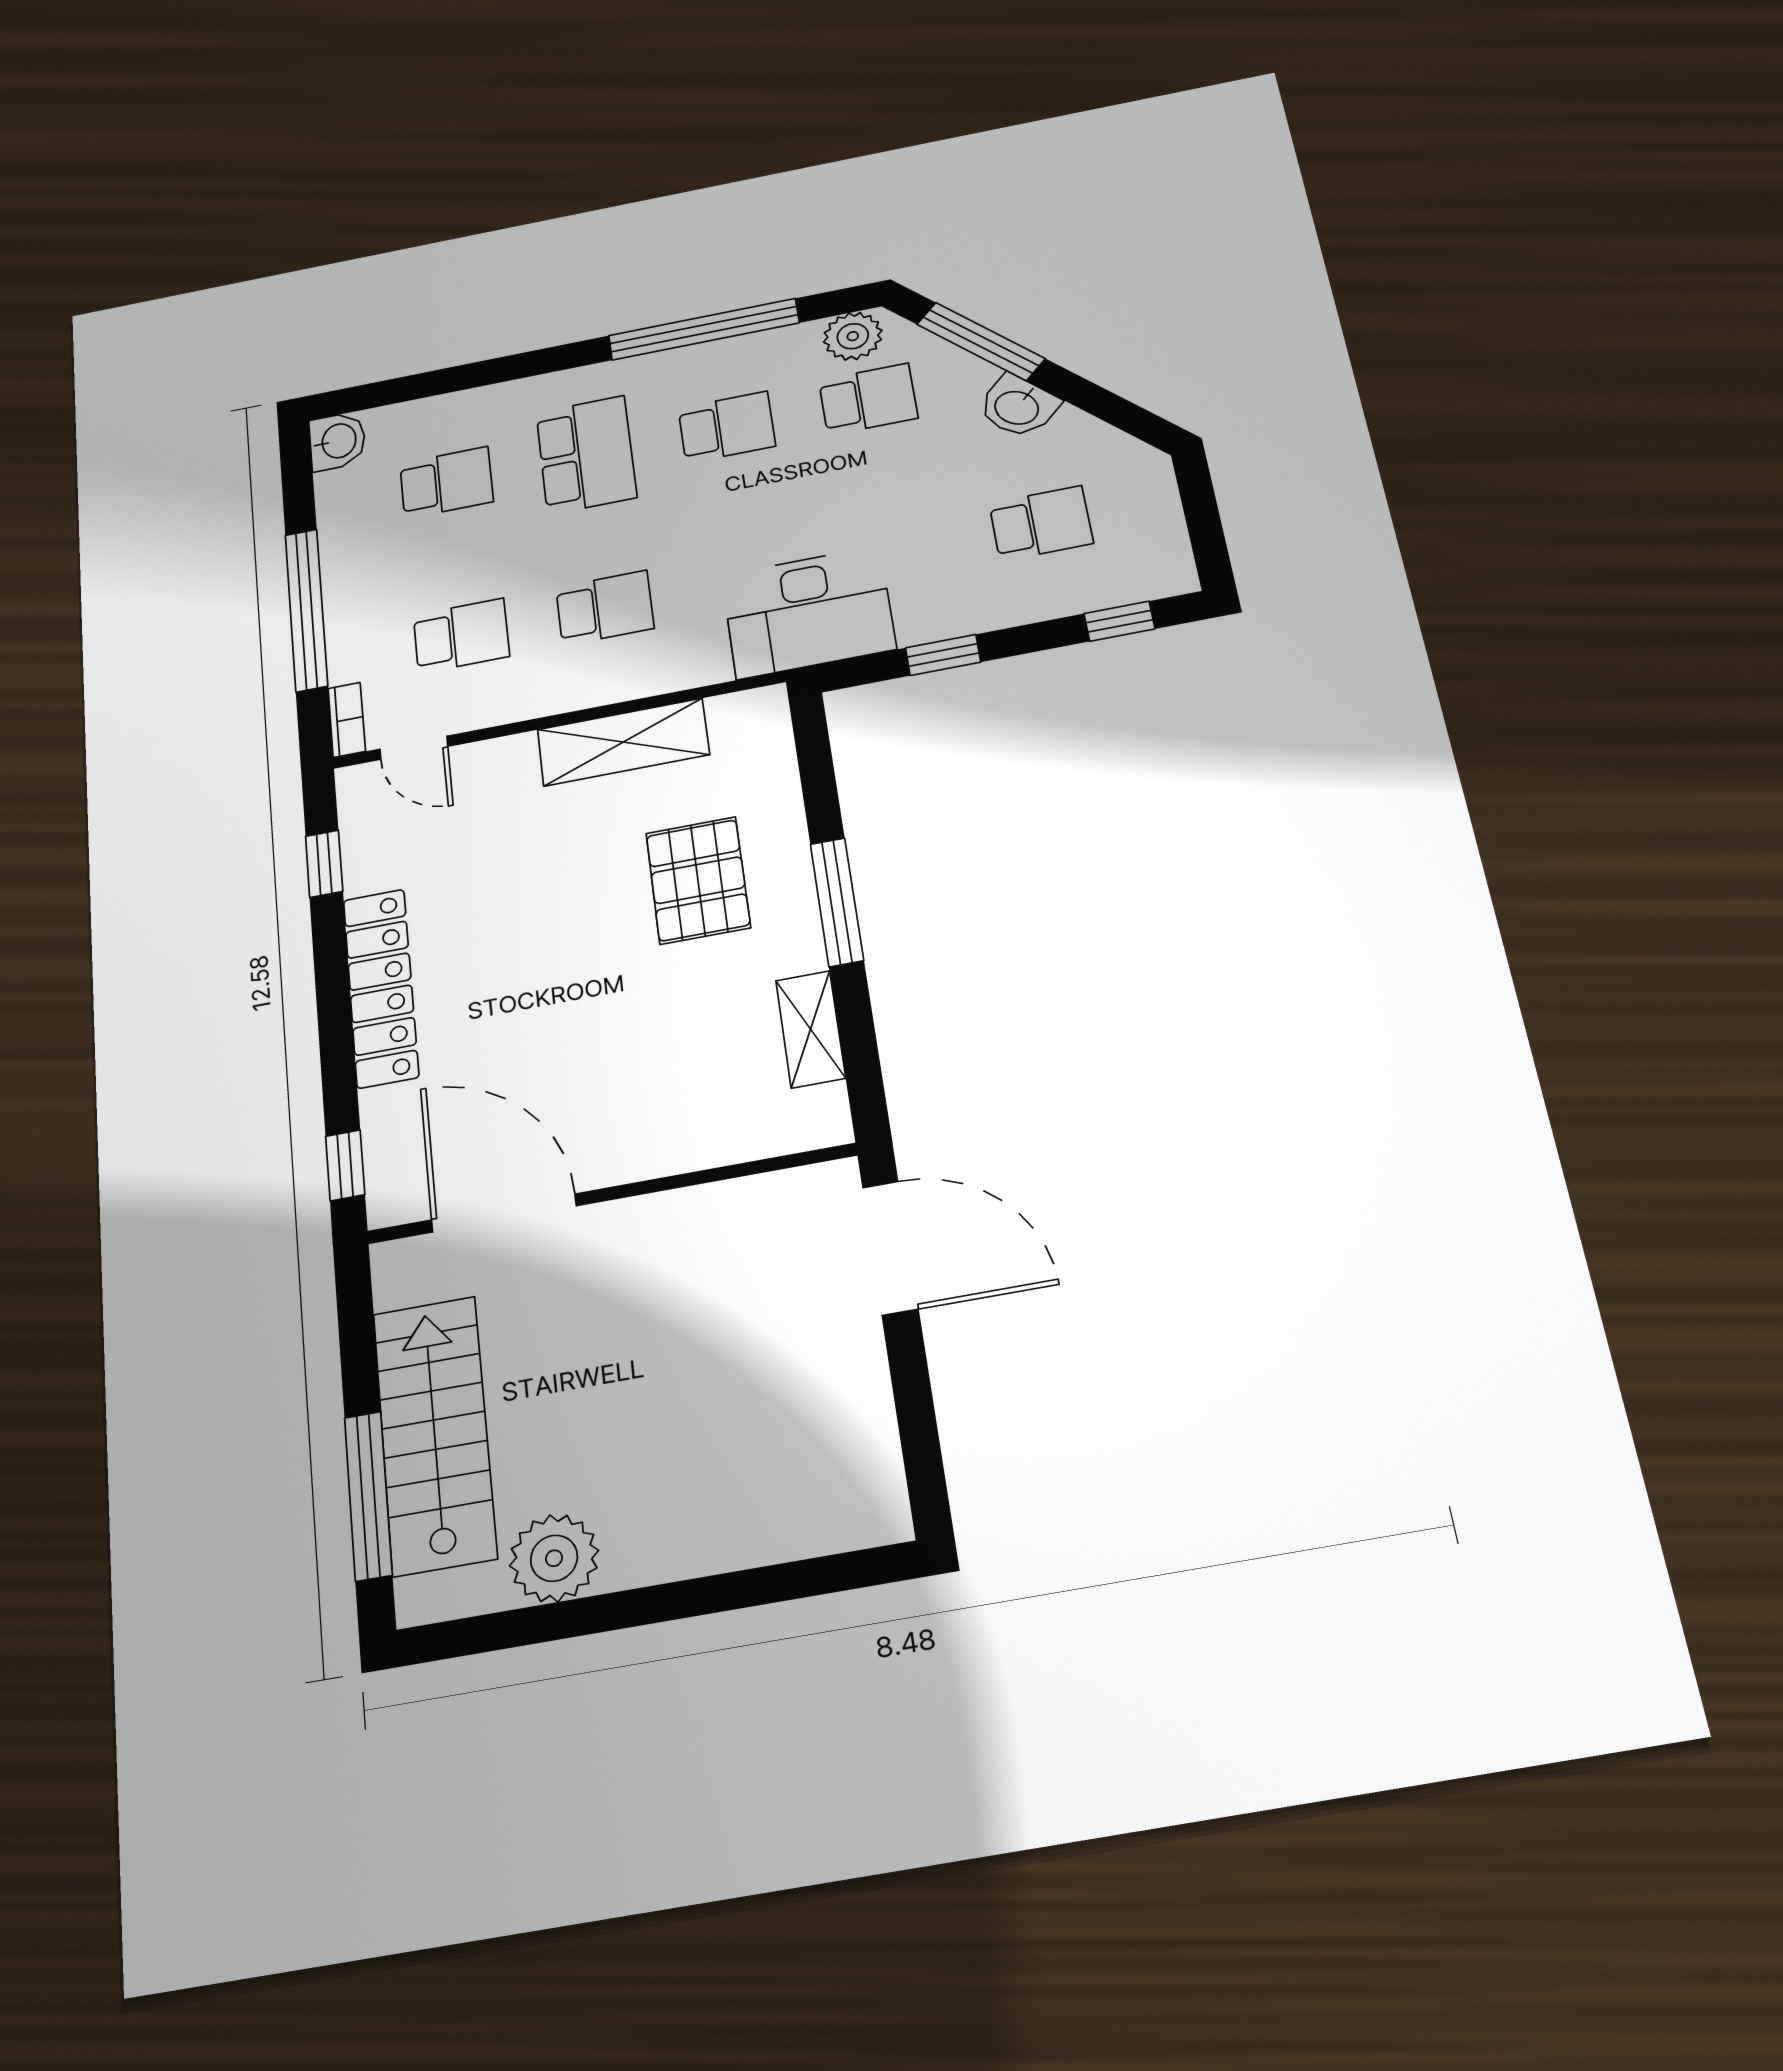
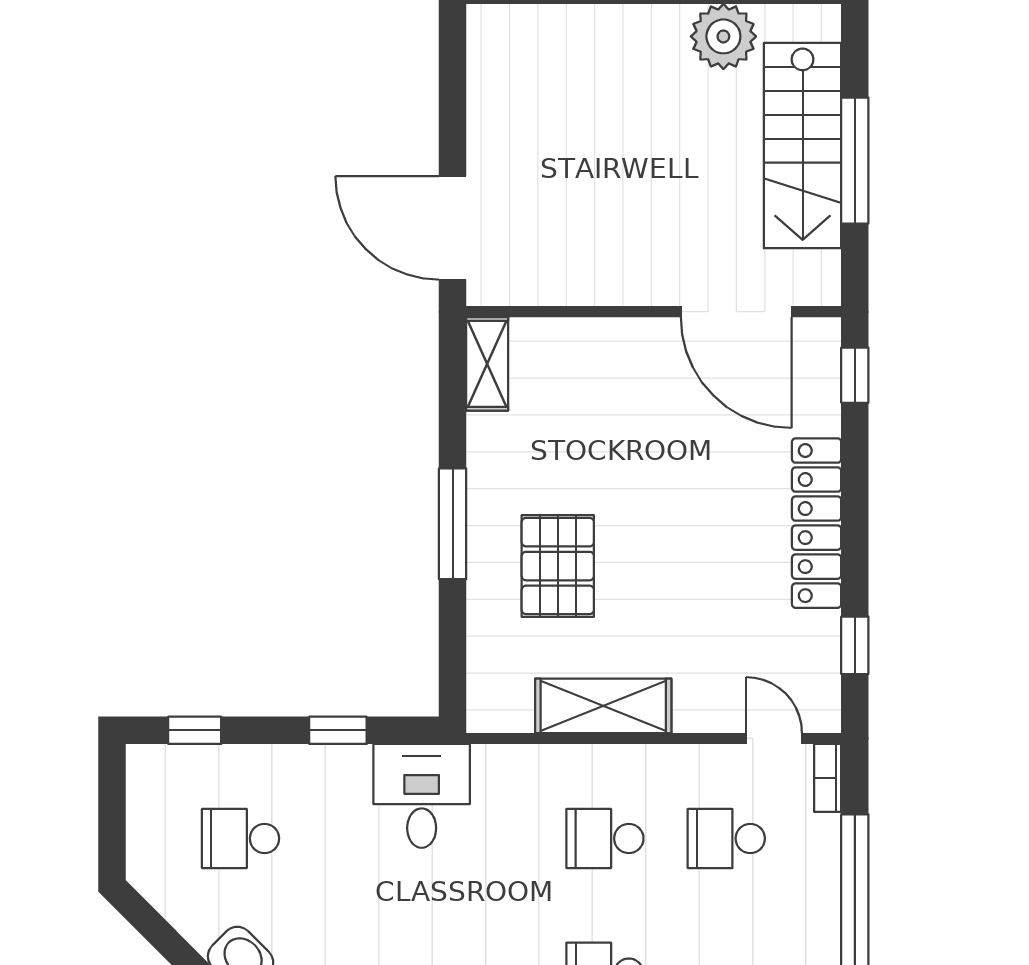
desk: (808, 612) -> (422, 796), width x0.73
shelving: (811, 1029) -> (487, 364), moved
window: (368, 1496) -> (855, 161), moved

